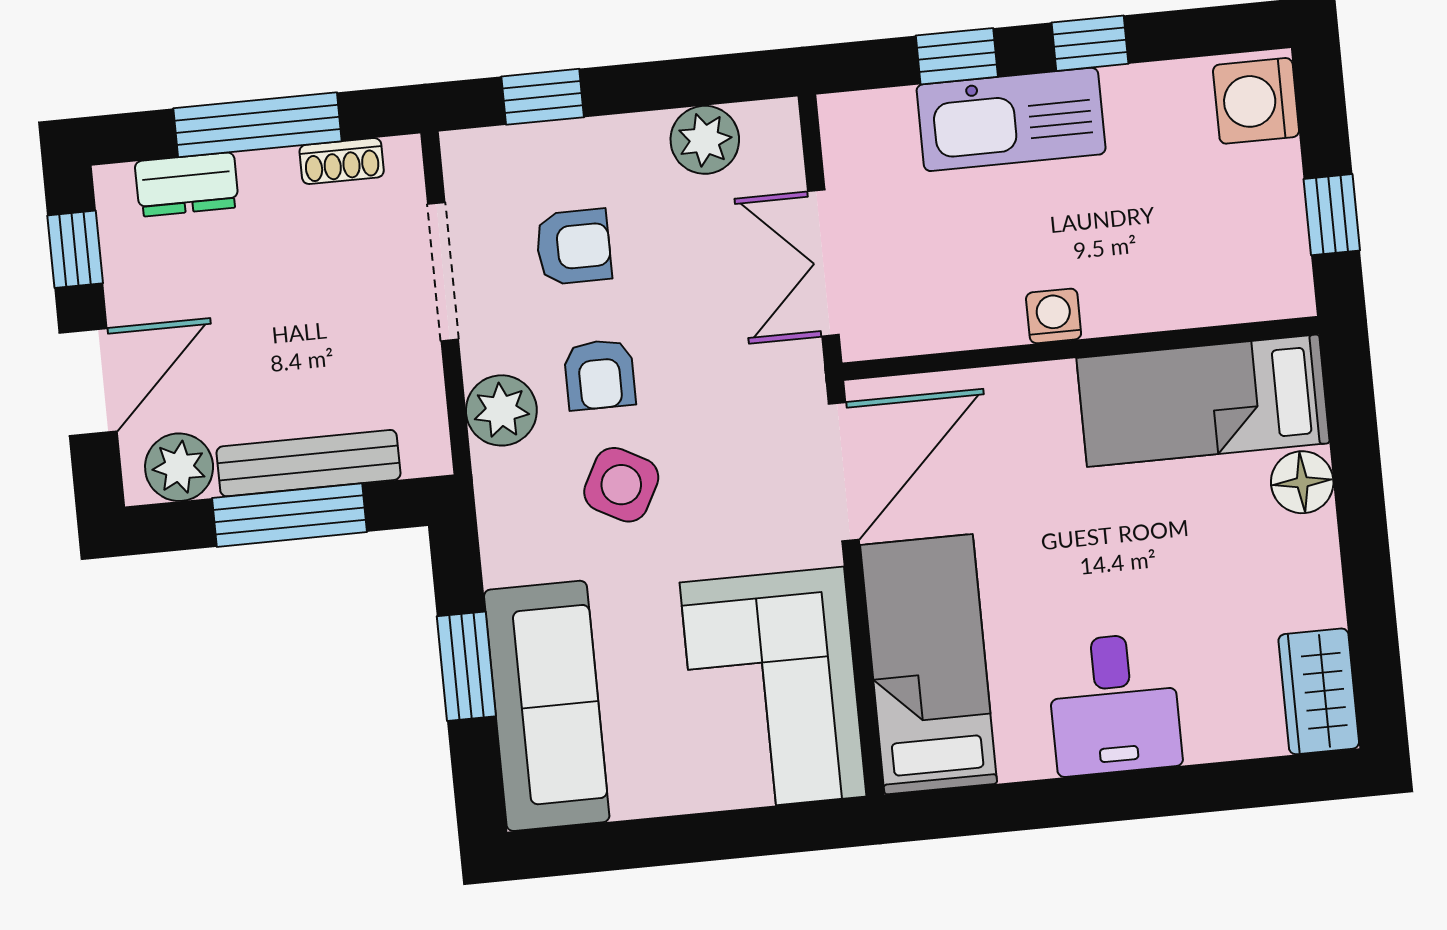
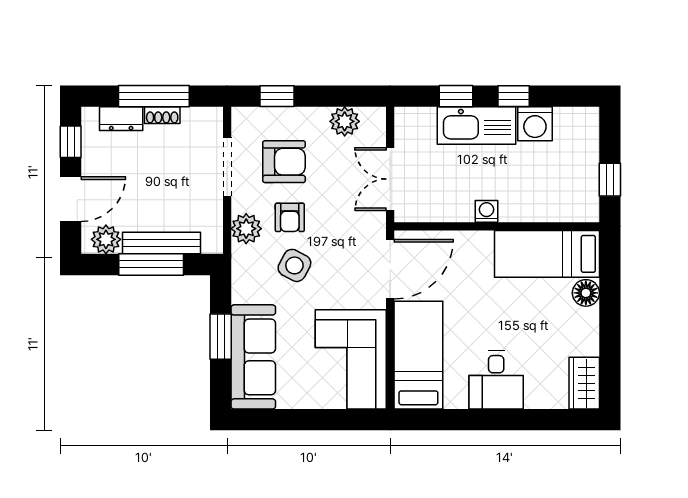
washing machine: (1256, 101) -> (535, 124), moved, turned -90
shoe rack: (342, 161) -> (162, 115), moved
armchair: (574, 247) -> (284, 162), width x1.38, depth x1.38

